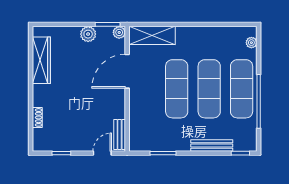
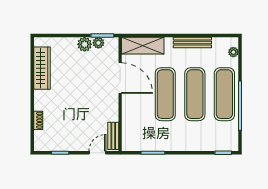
plant: (119, 32) -> (98, 43), moved
door: (127, 71) -> (120, 78), swing flipped
bench: (212, 146) -> (192, 42), moved

